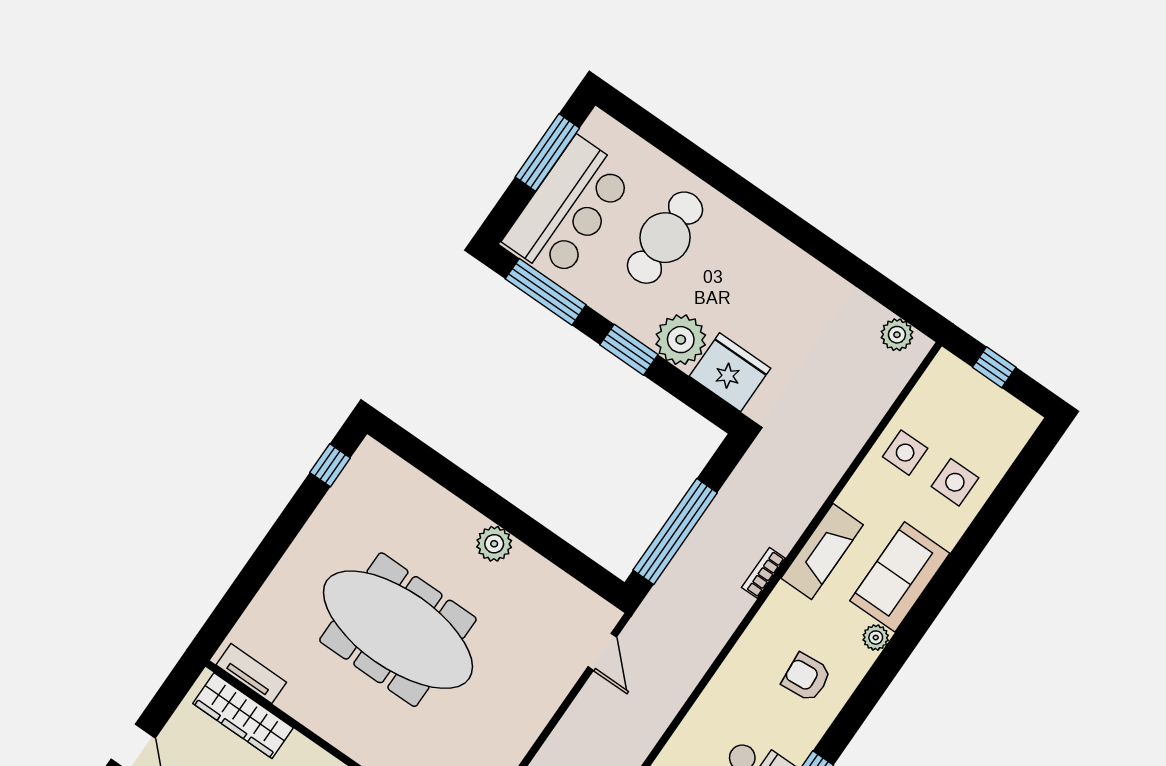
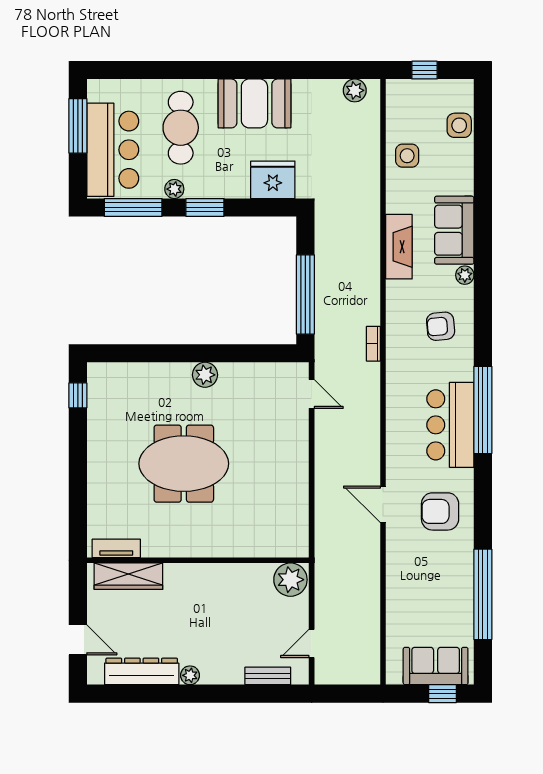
booth: (770, 269) -> (254, 103), added
plant: (681, 340) -> (174, 189), moved, width x0.53, depth x0.53
side table: (955, 482) -> (459, 125), moved
bookcase: (763, 573) -> (373, 344), moved
meeting table: (398, 630) -> (184, 464), width x0.73

